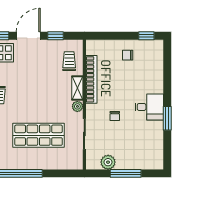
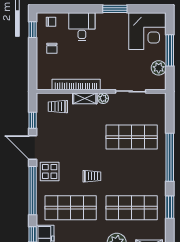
desk: (149, 107) -> (82, 27), moved
chair: (115, 116) -> (51, 22), moved
shop shelf: (39, 135) -> (132, 137), turned 90
corner desk: (145, 151) -> (147, 31), added

